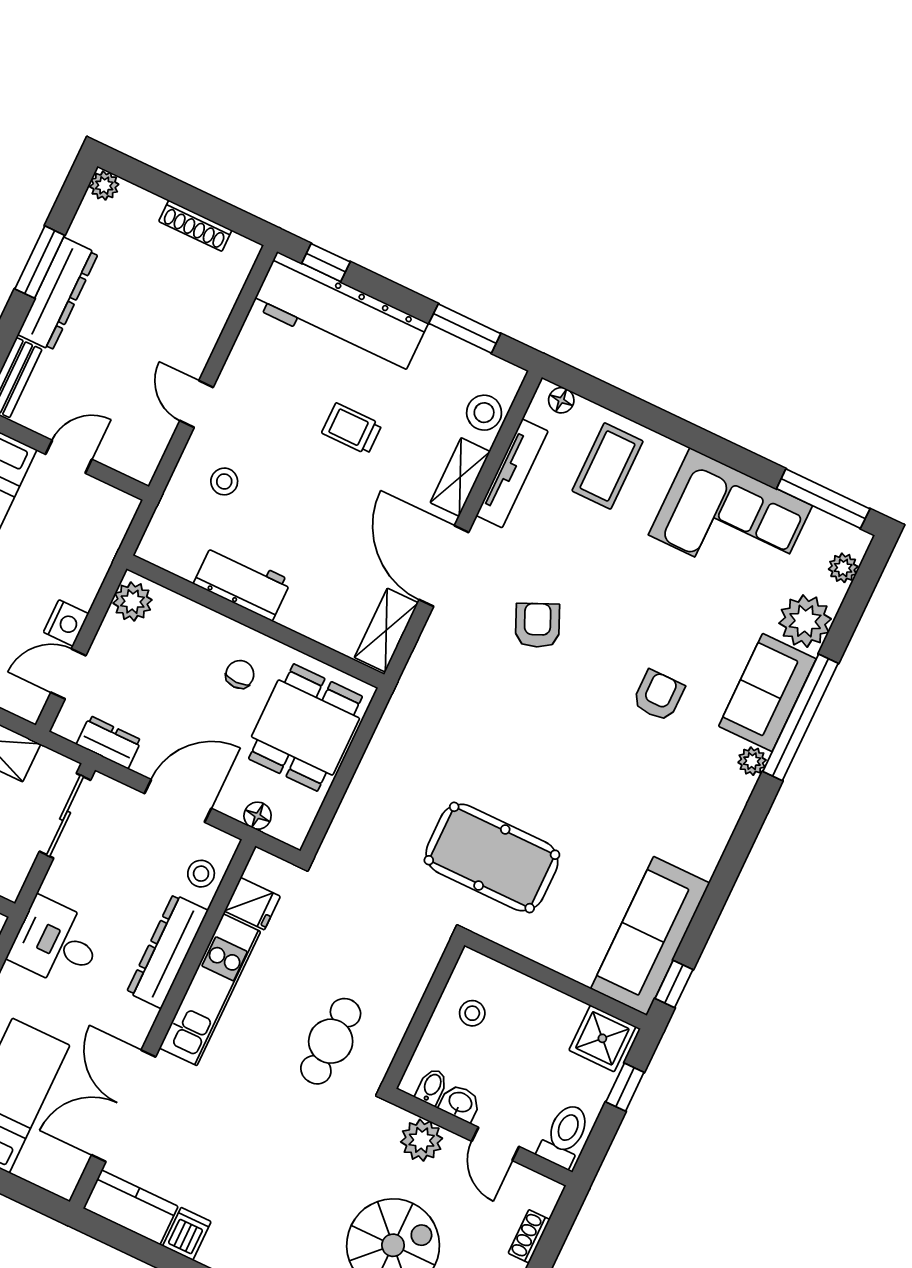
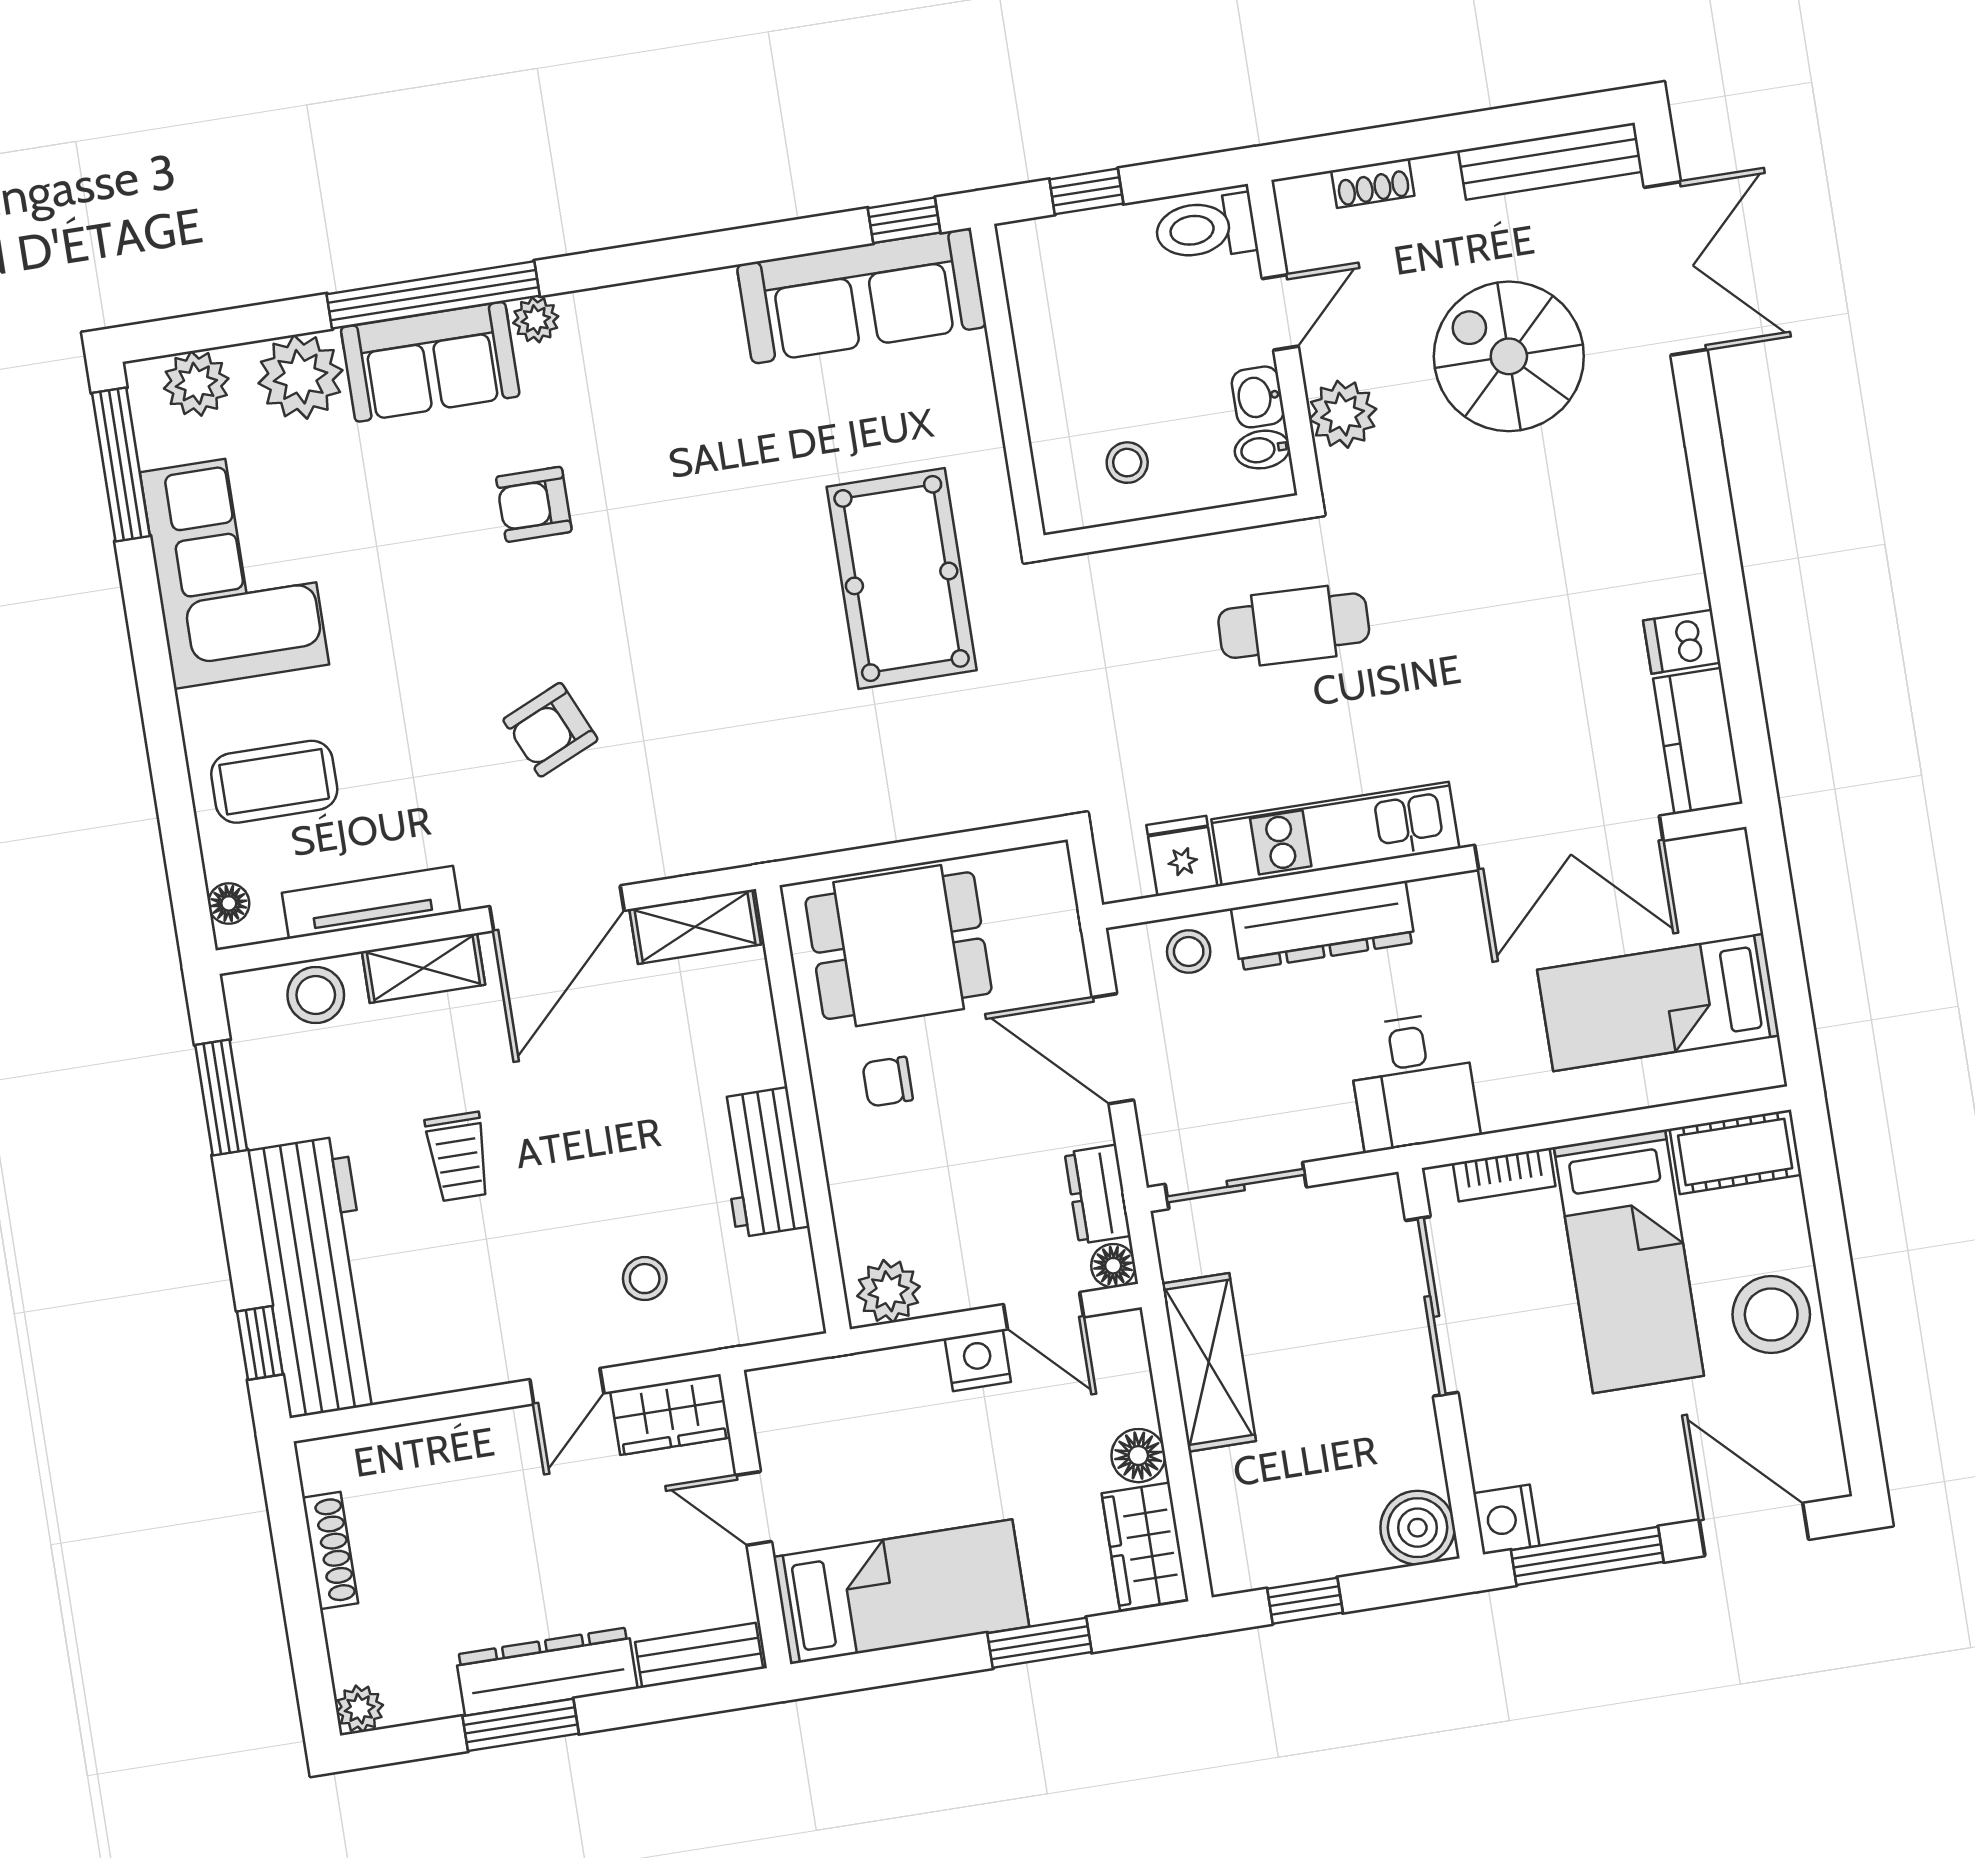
wardrobe: (146, 447) -> (670, 1414), added
plant: (843, 568) -> (196, 383), width x1.38, depth x1.38
floor lamp: (258, 816) -> (1113, 1266), moved
shower: (602, 1038) -> (1042, 266), removed

